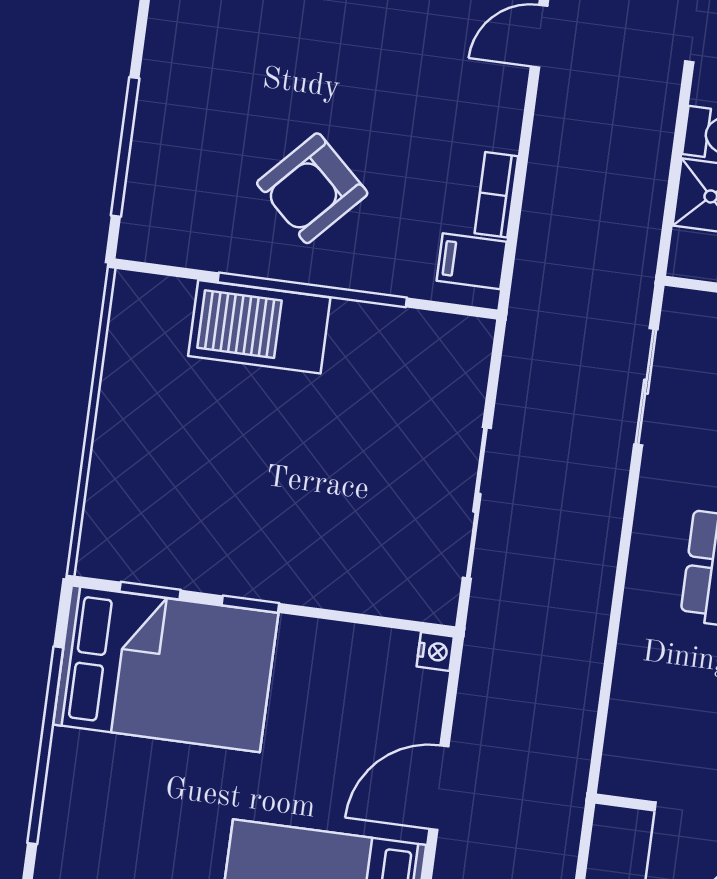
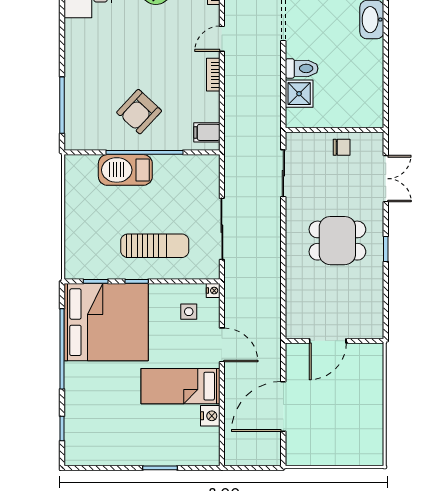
bookcase: (496, 195) -> (213, 75), moved
sun lounger: (307, 522) -> (155, 246), added
bed: (166, 669) -> (106, 322), width x1.36
side table: (369, 695) -> (189, 312), added
door: (439, 788) -> (222, 345), swing flipped

